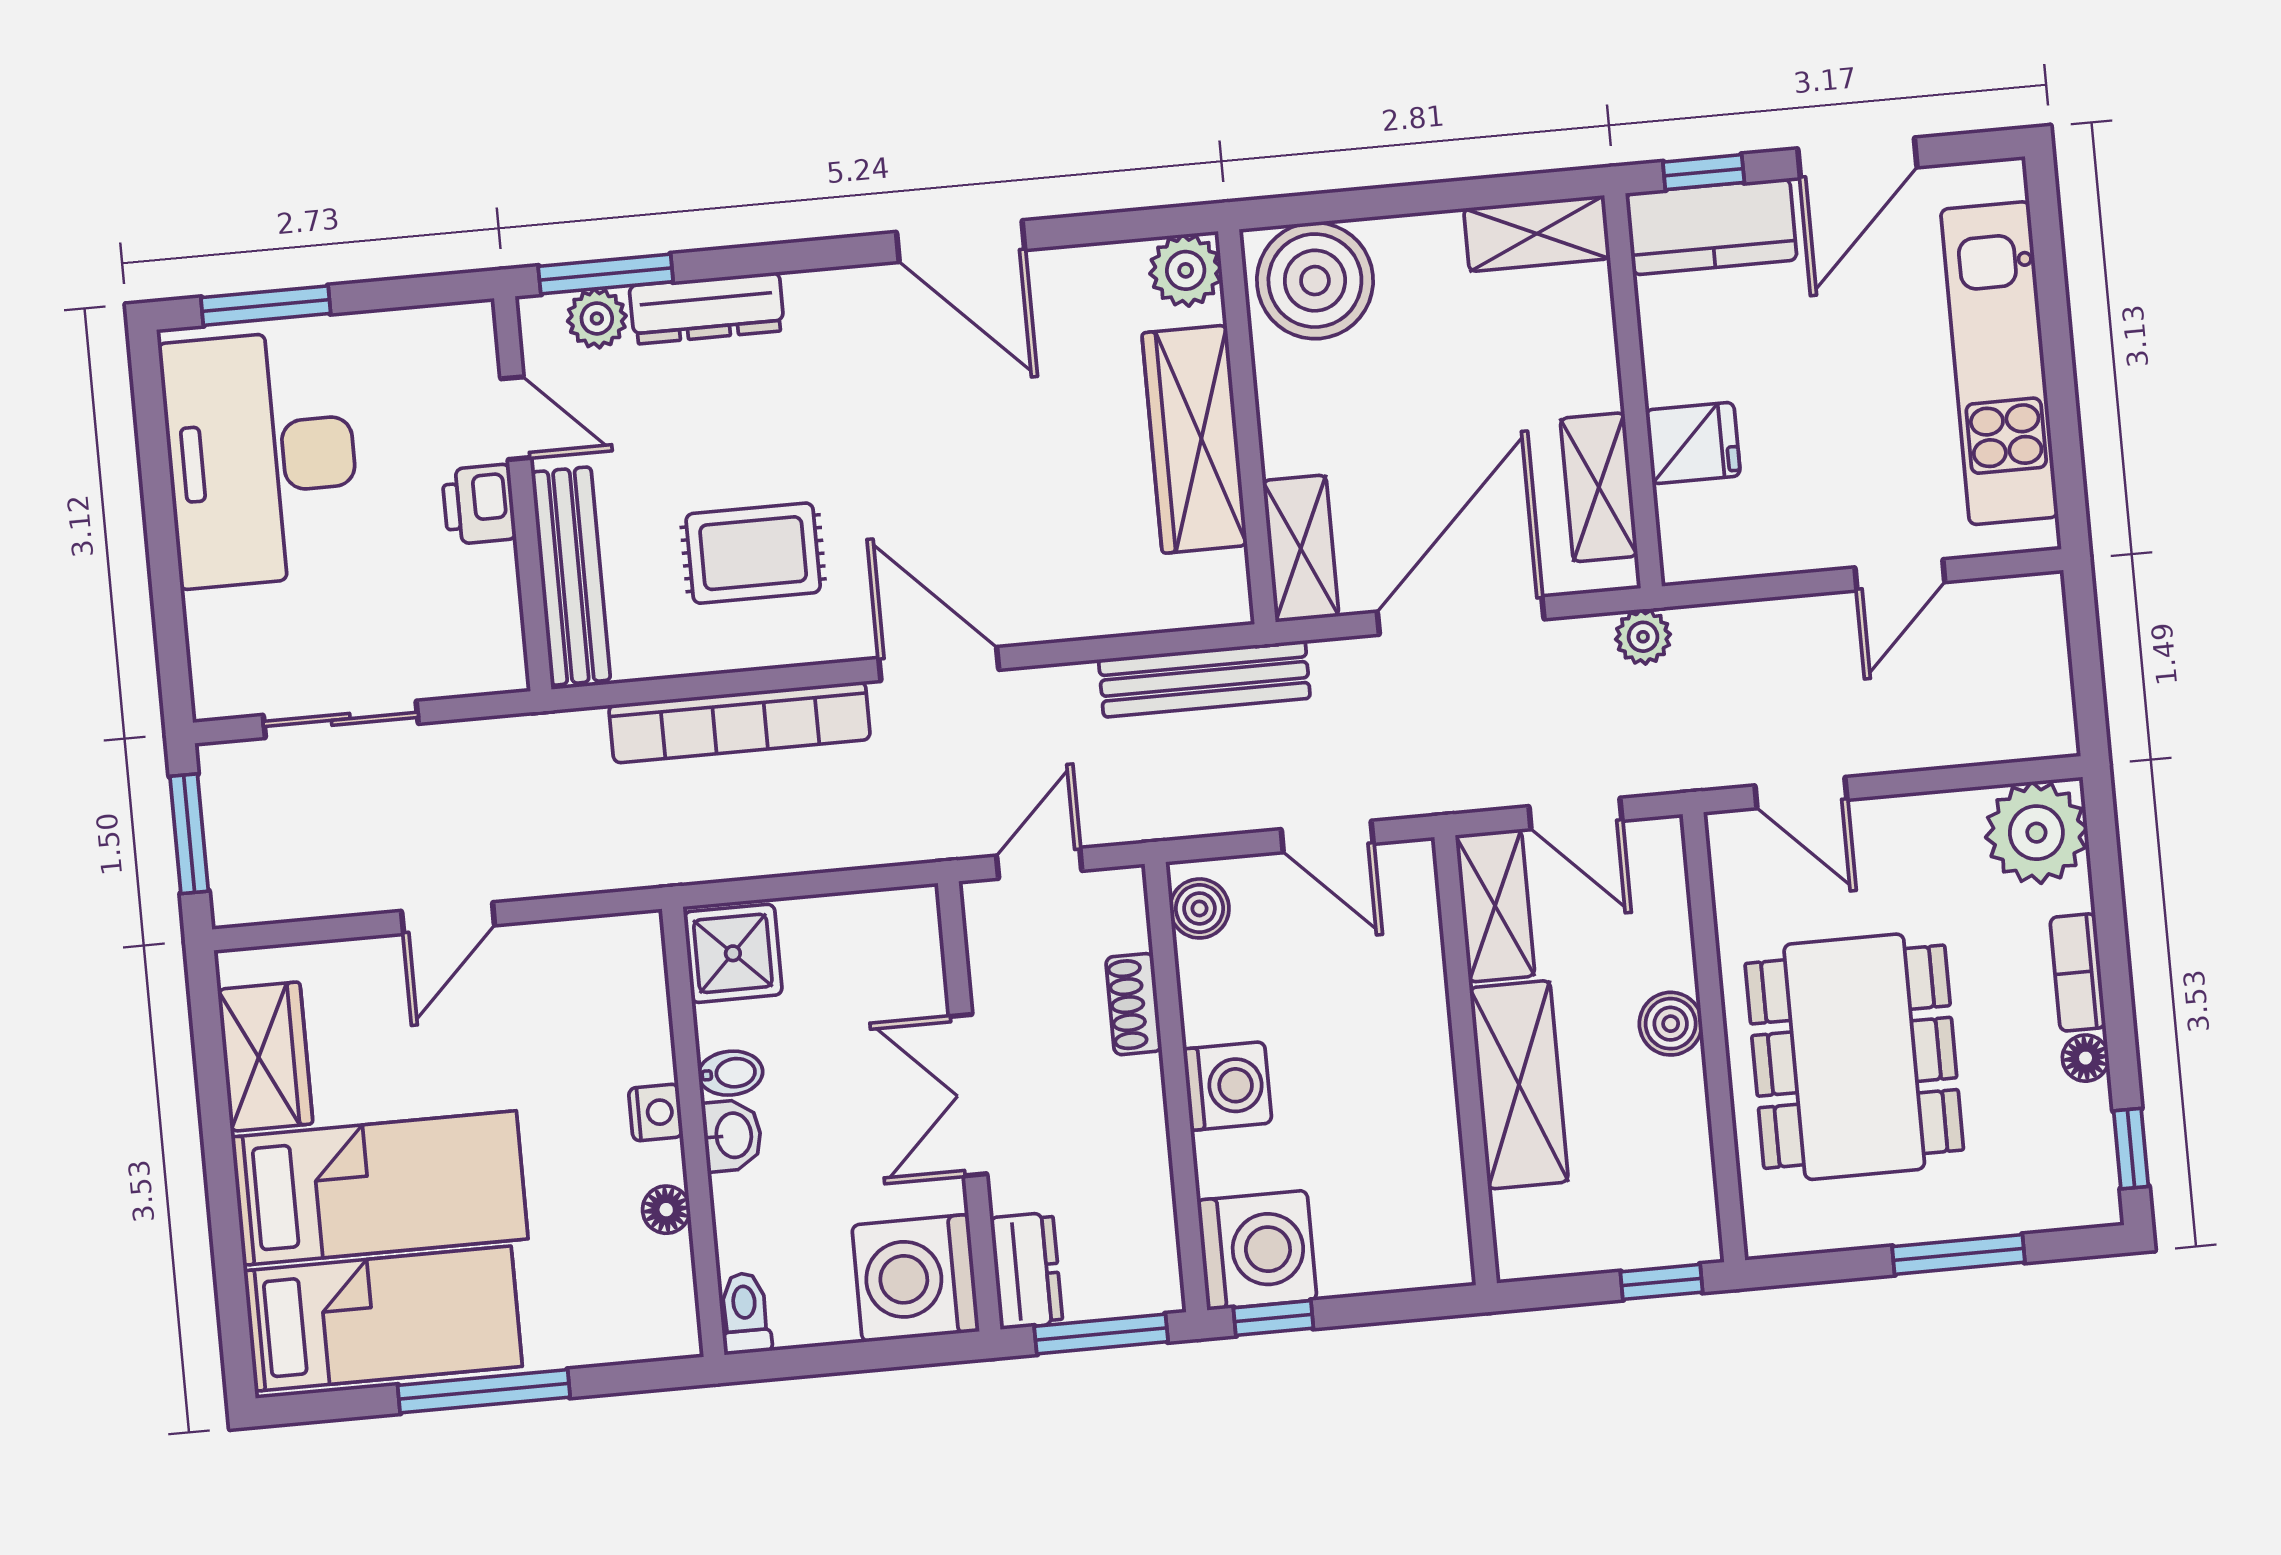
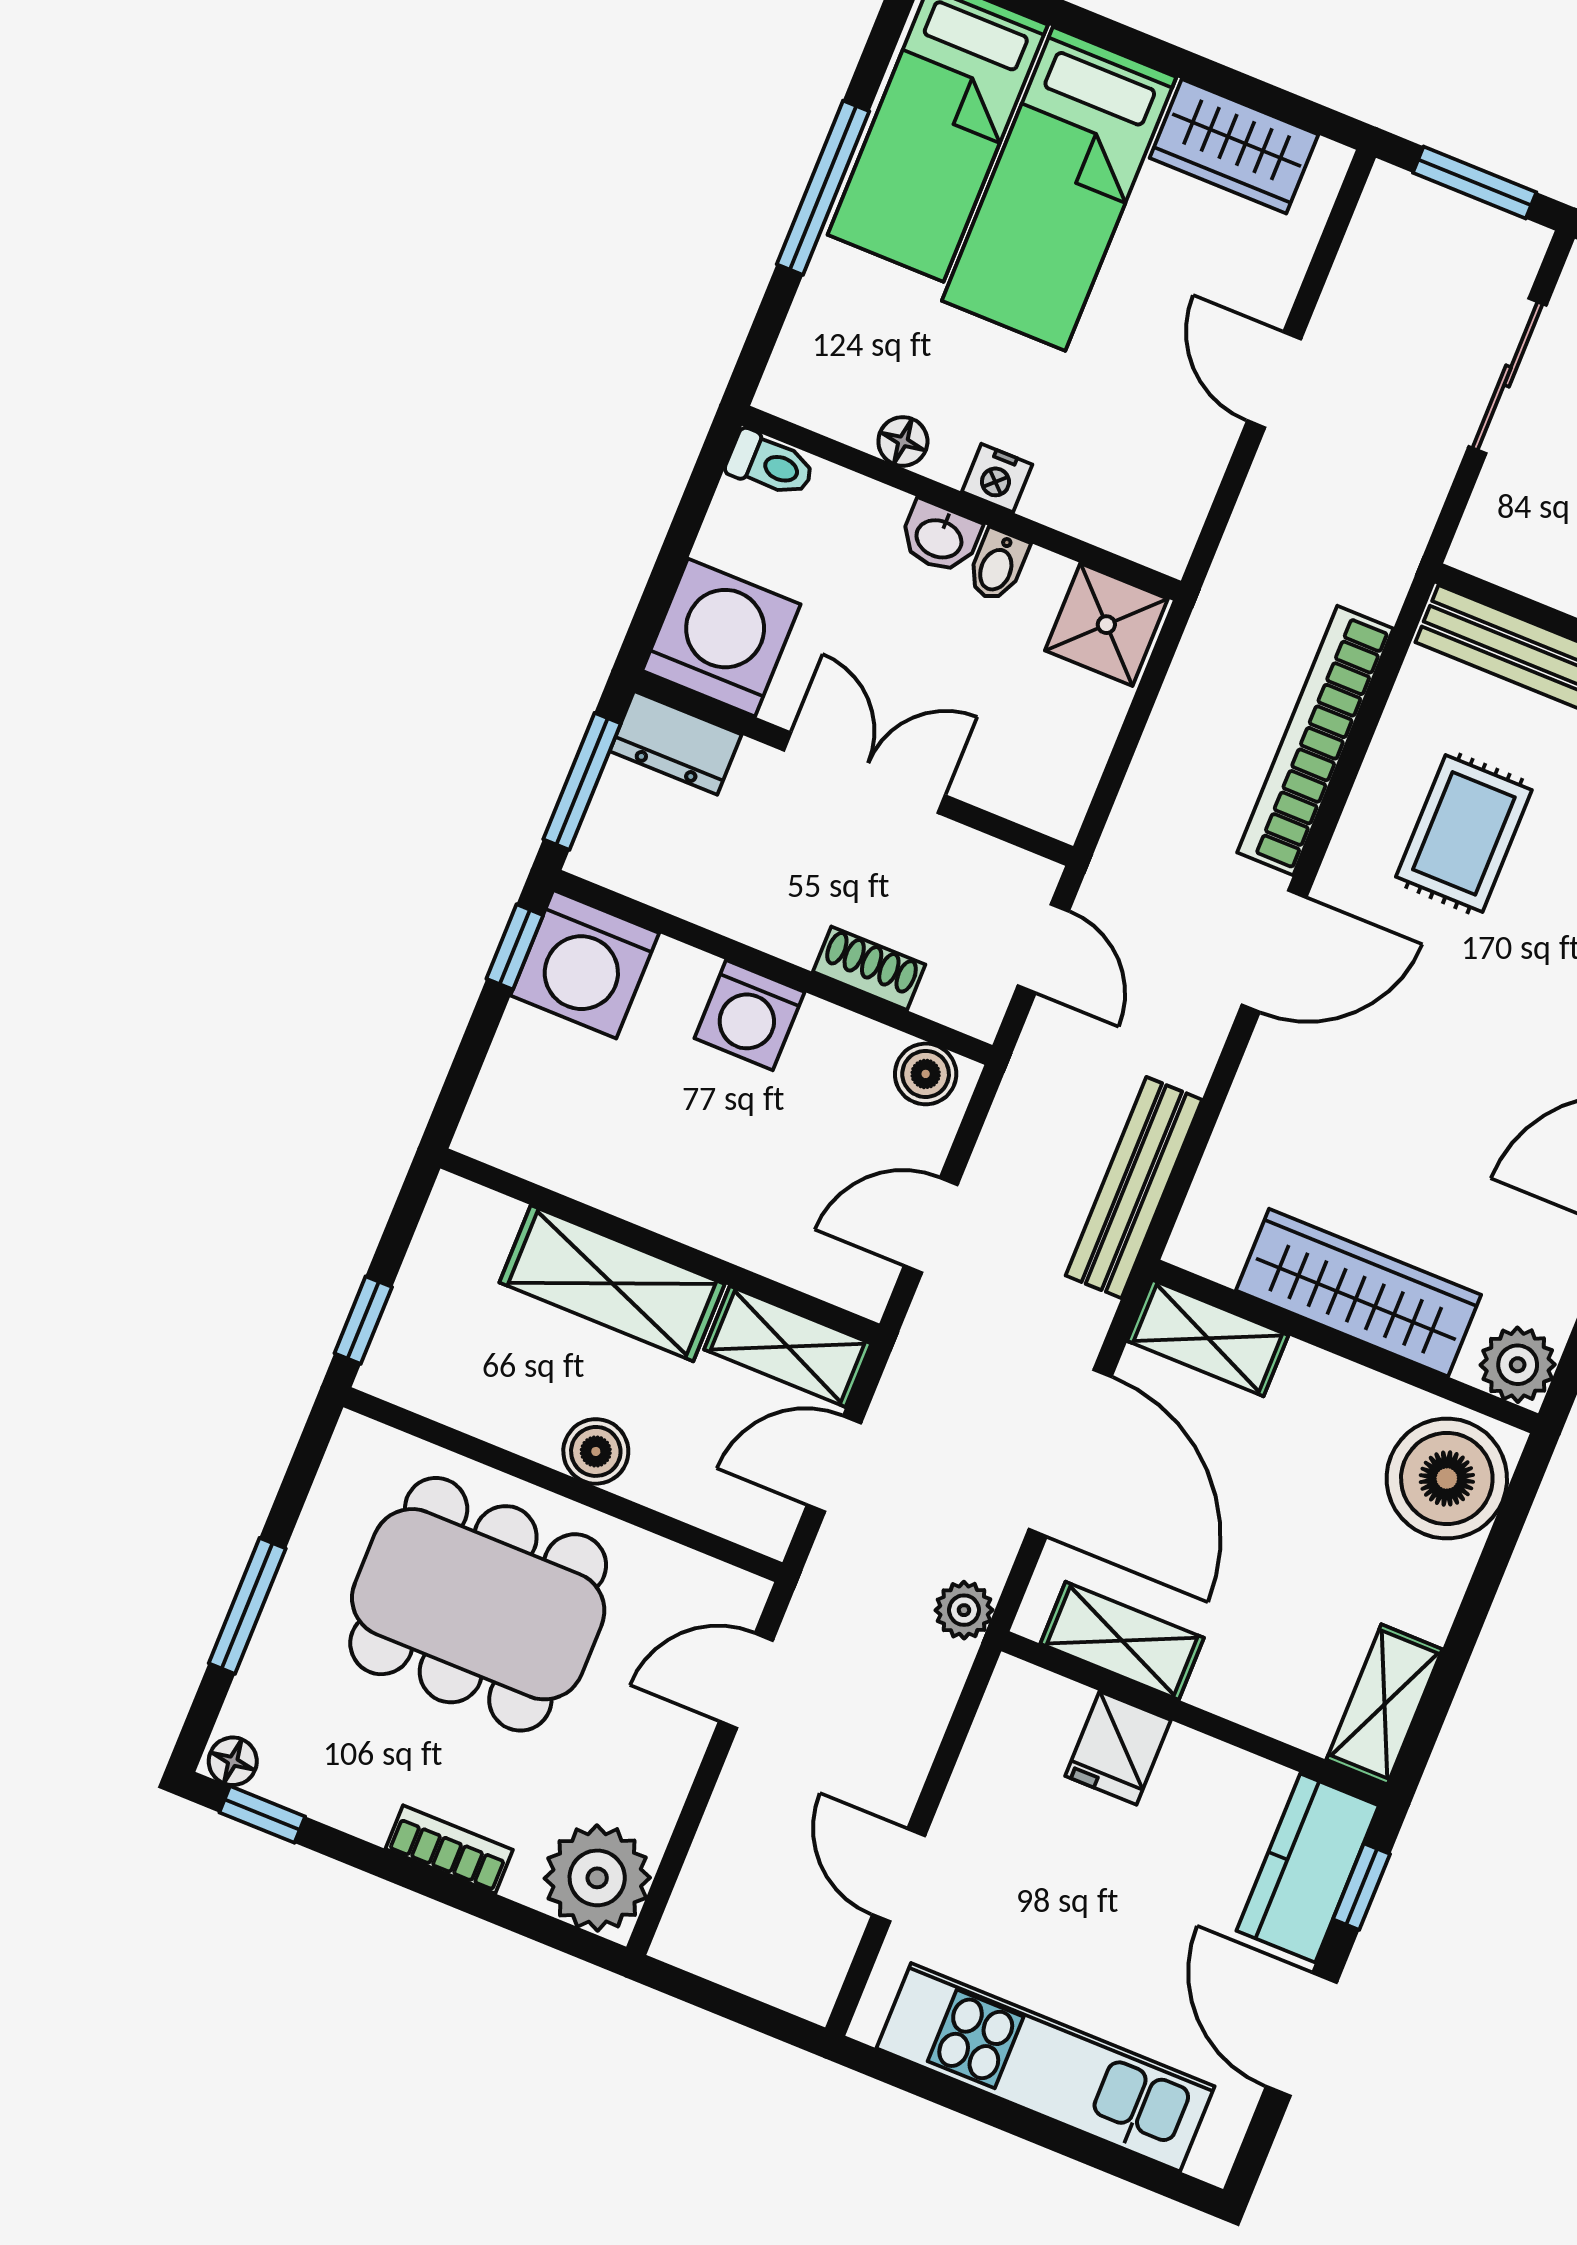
floor lamp: (2086, 1058) -> (233, 1761), moved

